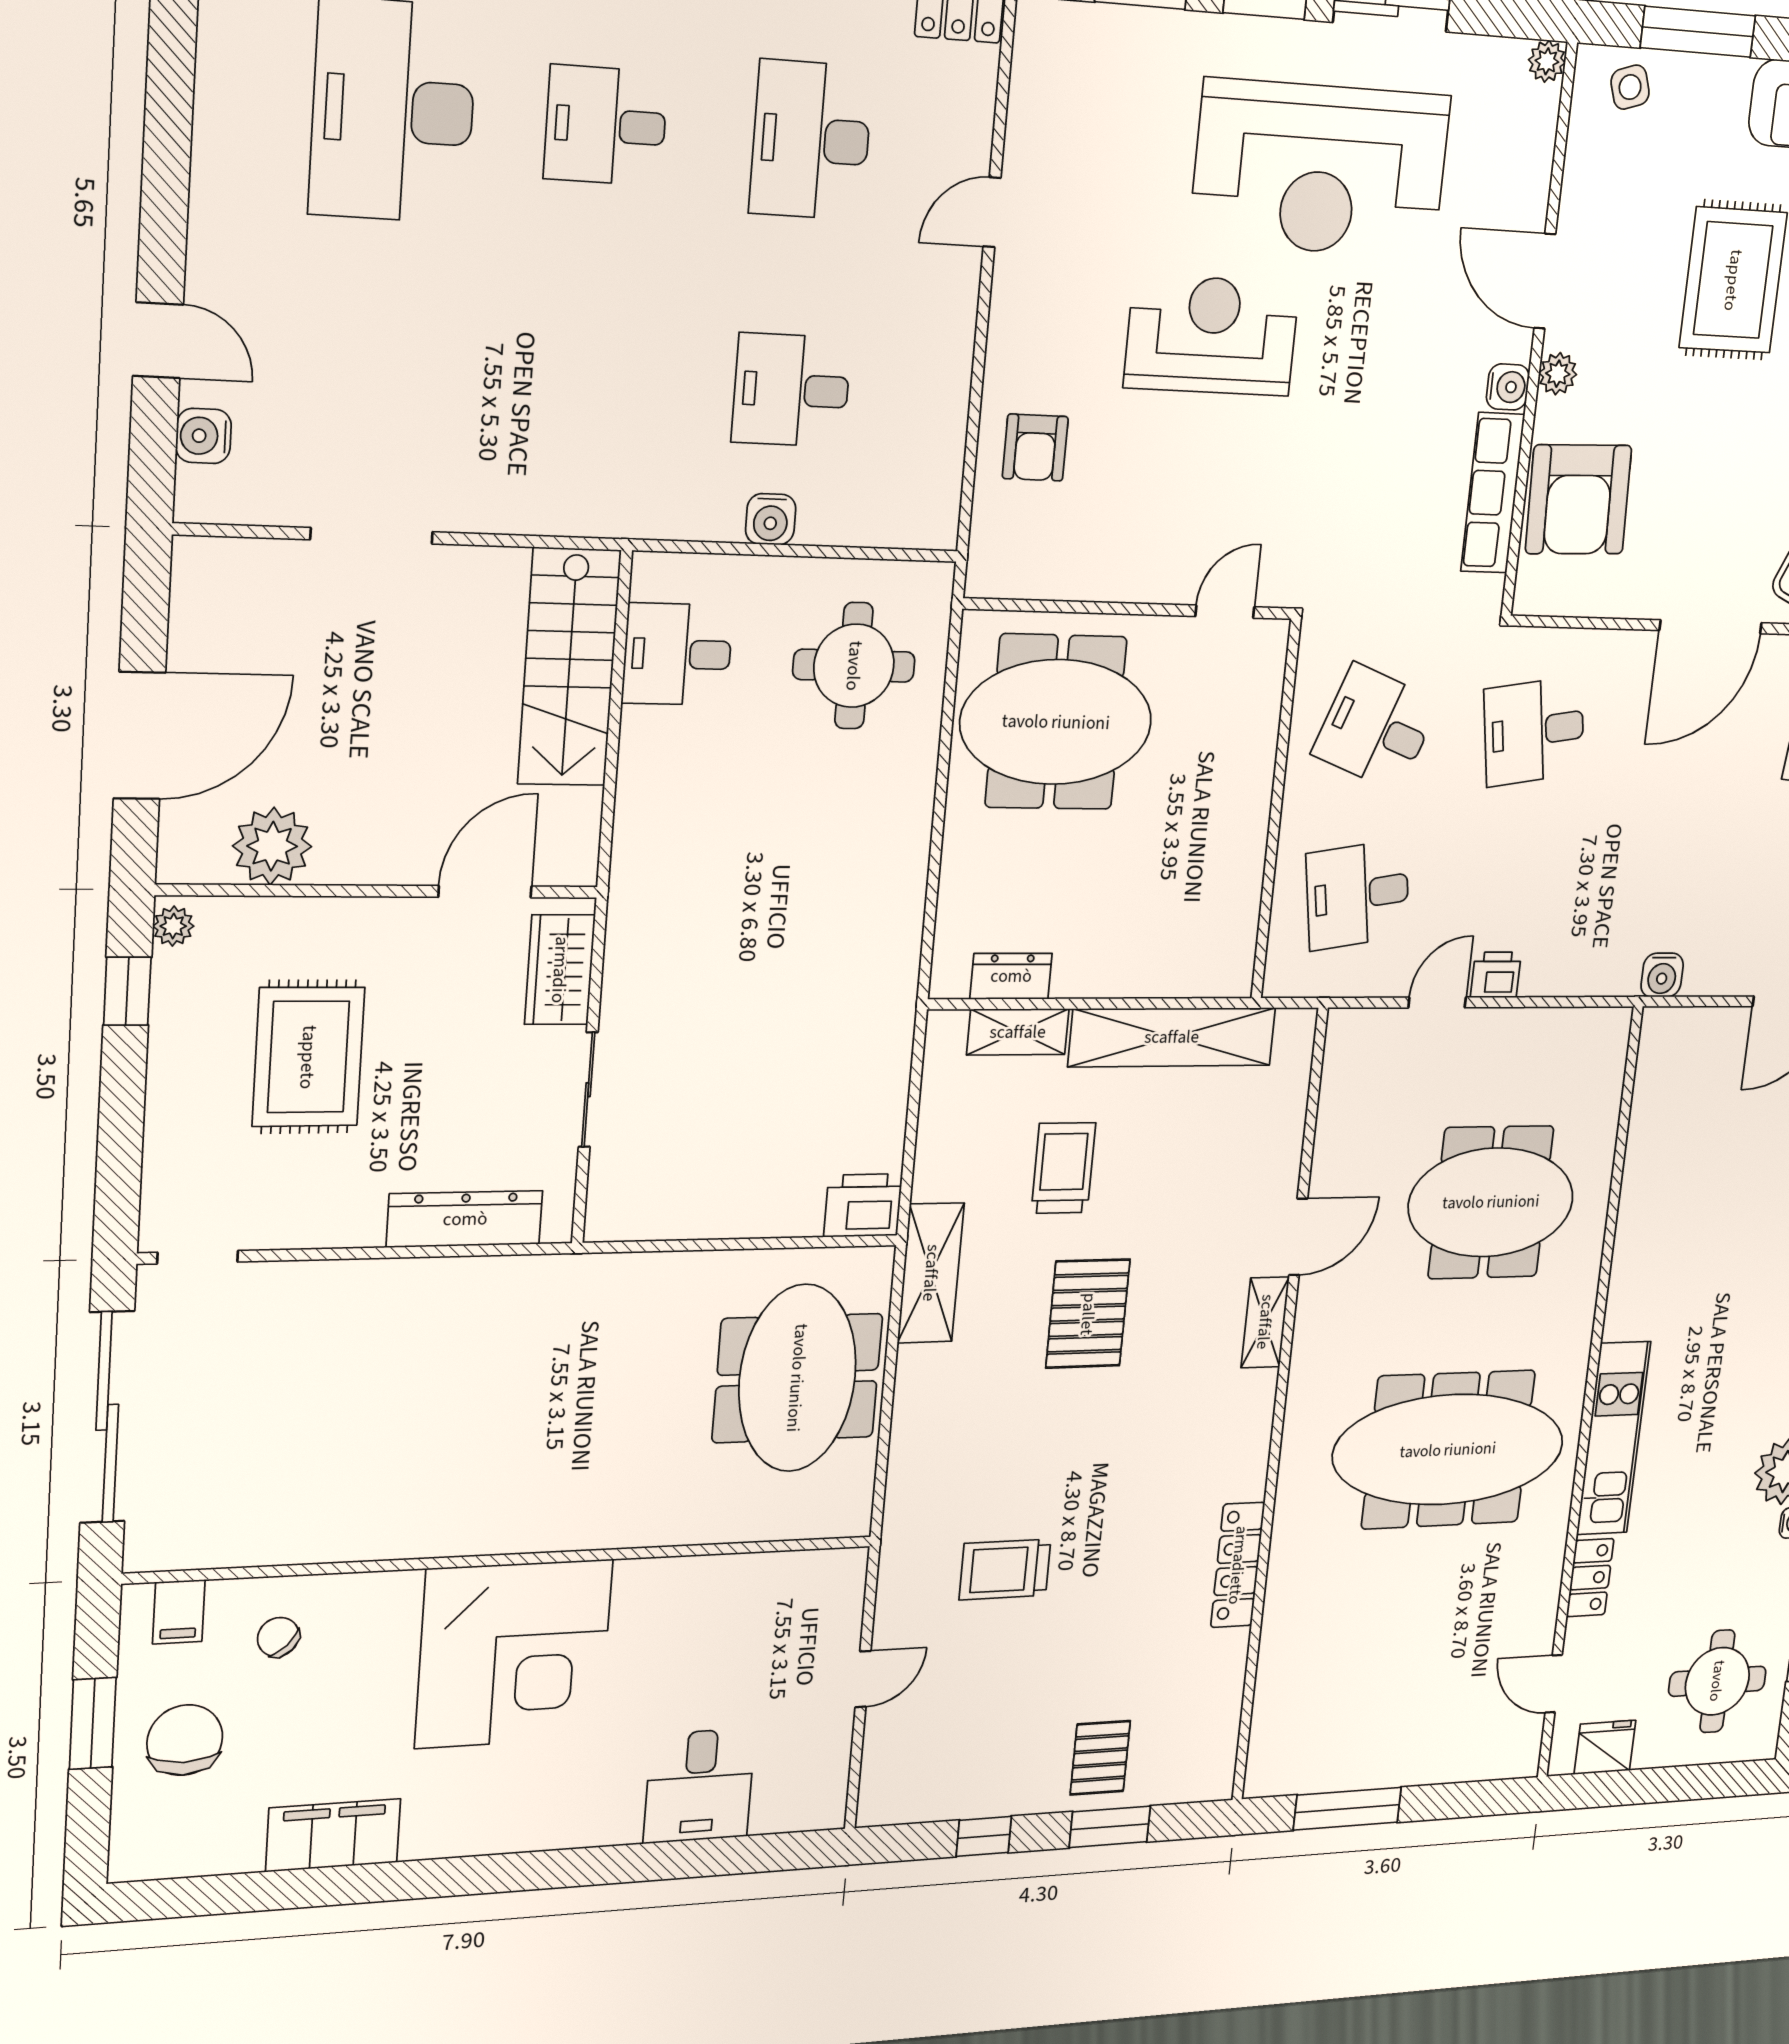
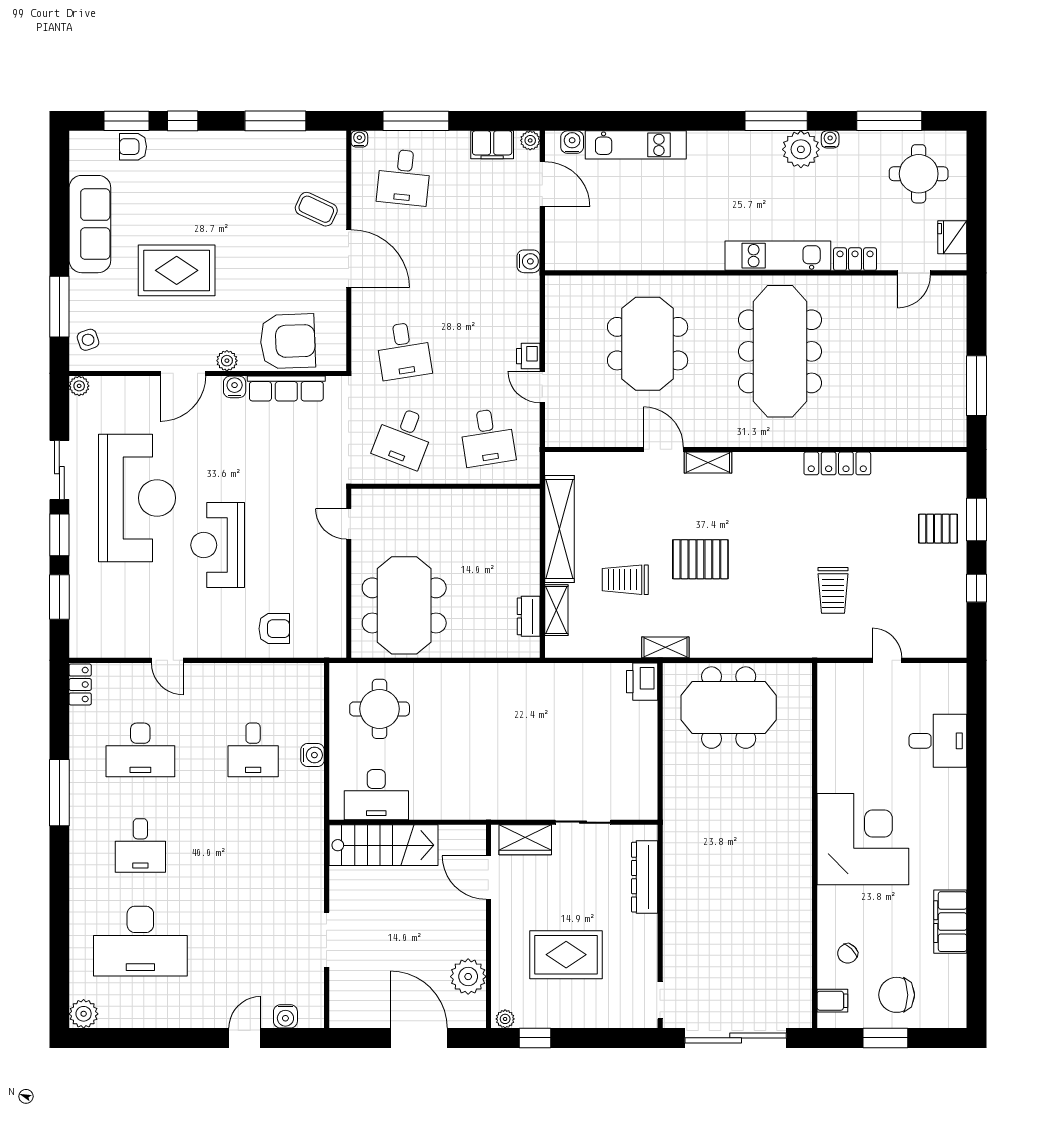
desk: (677, 654) -> (376, 795), width x1.37
shelving: (931, 1273) -> (665, 647), width x0.67, depth x0.75

